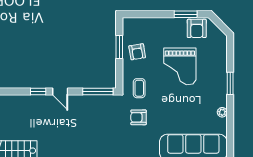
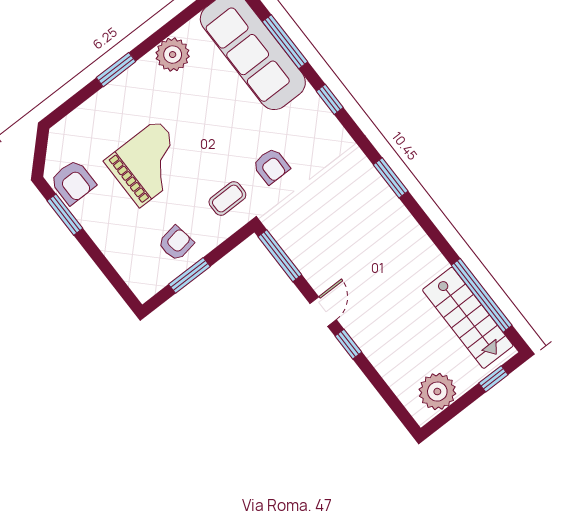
armchair: (197, 28) -> (73, 182), turned 90
plant: (222, 112) -> (173, 55), width x1.87, depth x1.87

